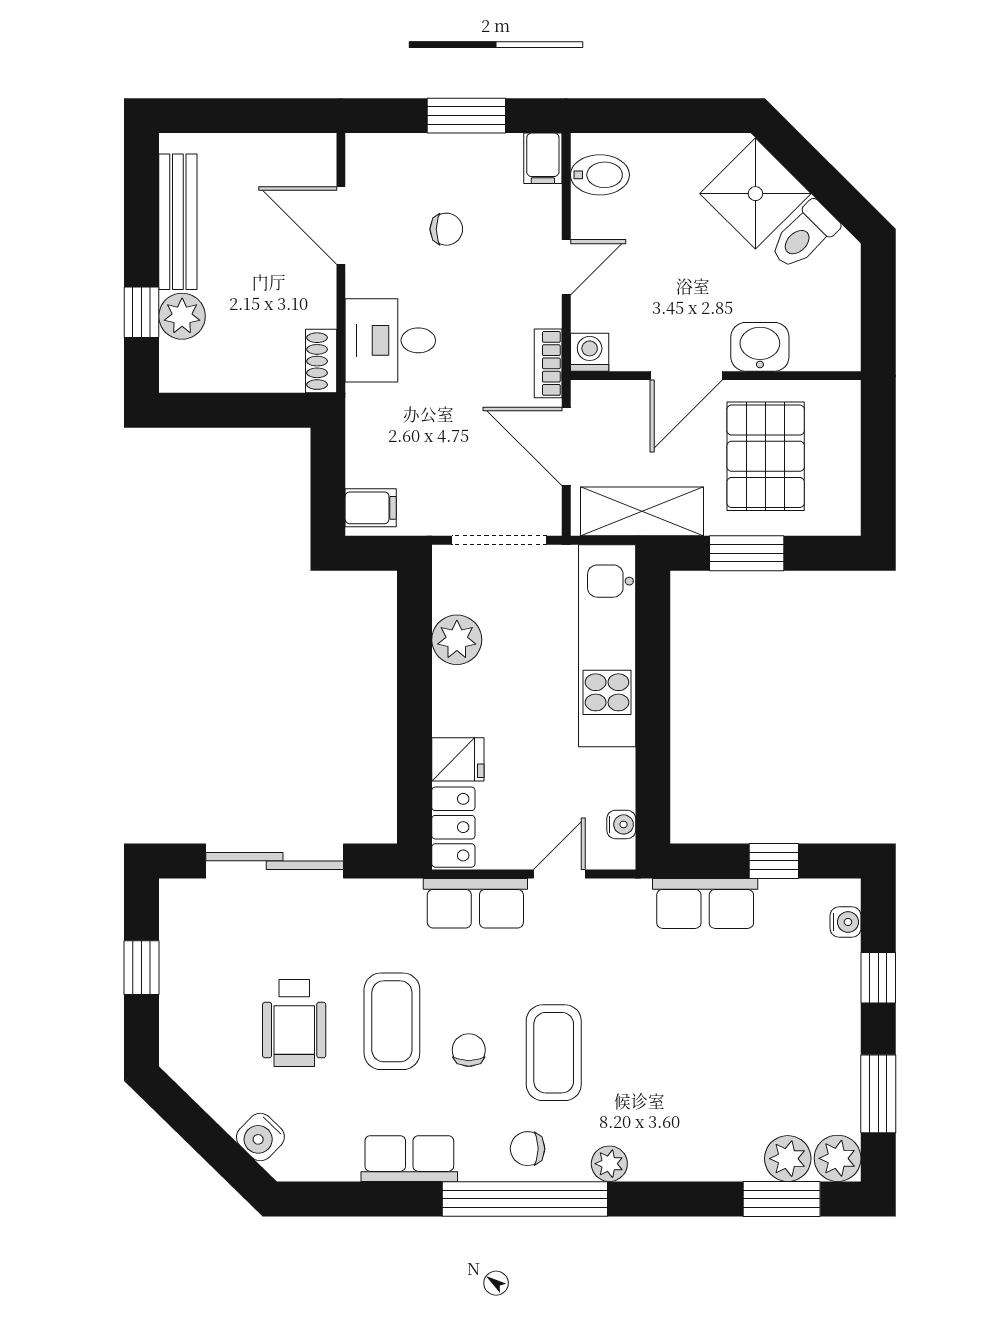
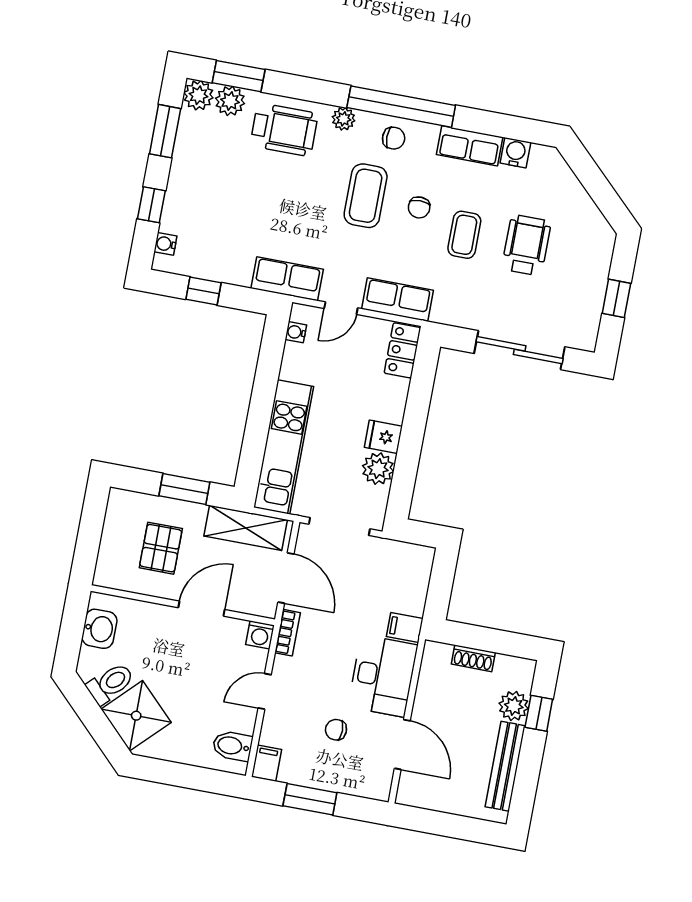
desk: (390, 340) -> (383, 676), width x1.37
washbasin: (760, 347) -> (99, 629), moved, turned -90
shoe rack: (321, 361) -> (473, 658), moved, turned 90
pallet: (766, 456) -> (161, 548), width x0.67, depth x0.71
filing cabinet: (371, 508) -> (405, 628), moved
fridge: (458, 759) -> (383, 437), moved
row of seats: (705, 903) -> (287, 279), moved
coffee table: (392, 1021) -> (464, 235), width x0.73, depth x0.77
wheelchair: (697, 1130) -> (284, 130), added
water cooler: (260, 1137) -> (515, 153), moved, turned -44

